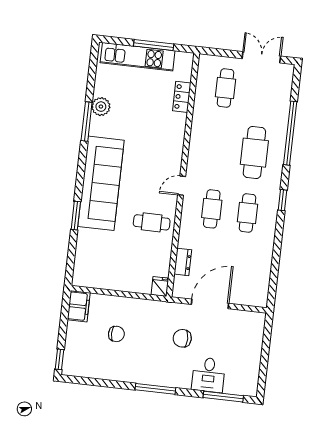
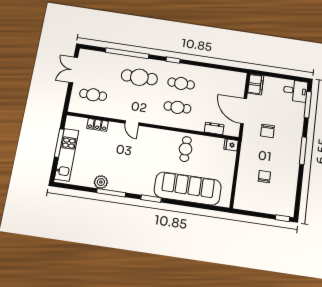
sofa: (101, 183) -> (188, 189), moved
door: (182, 186) -> (132, 123), moved
window: (76, 216) -> (151, 199), moved
filing cabinet: (79, 306) -> (256, 84), moved, turned 90
desk: (208, 375) -> (295, 91), moved

